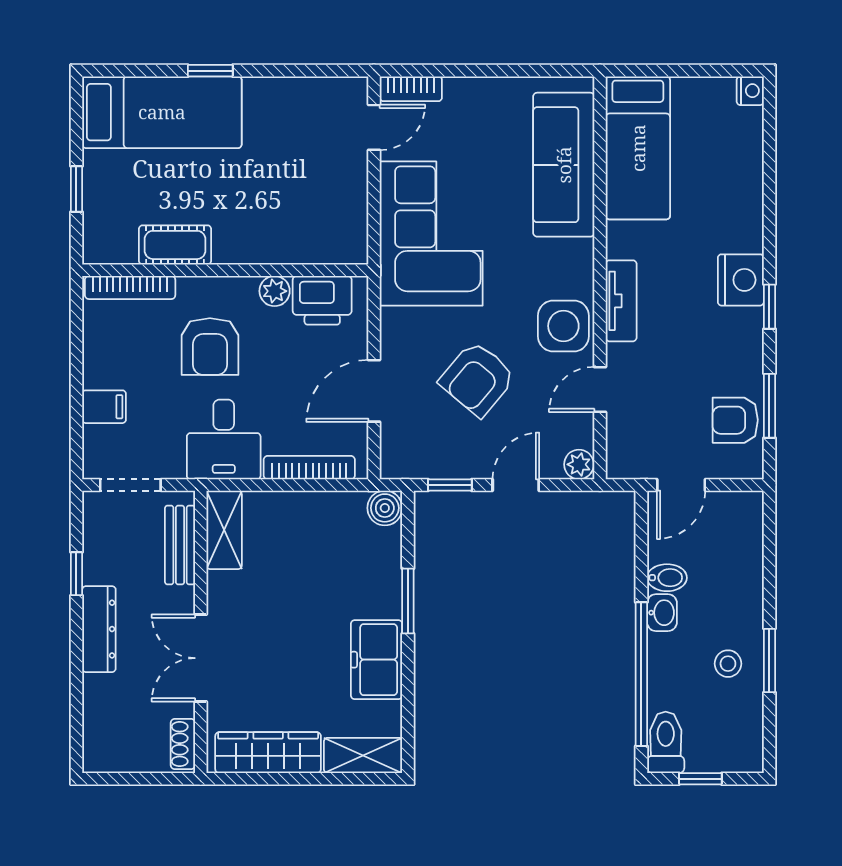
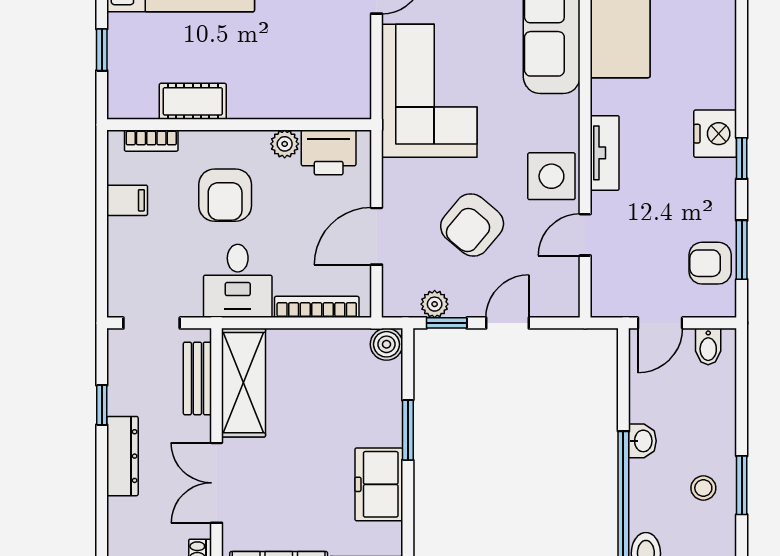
bookcase: (130, 287) -> (151, 141), width x0.64
filing cabinet: (104, 407) -> (127, 200), moved
plant: (579, 464) -> (435, 304), moved
shelving: (224, 530) -> (244, 383), width x1.50, depth x1.33
bidet: (667, 578) -> (708, 347), moved, turned 90

